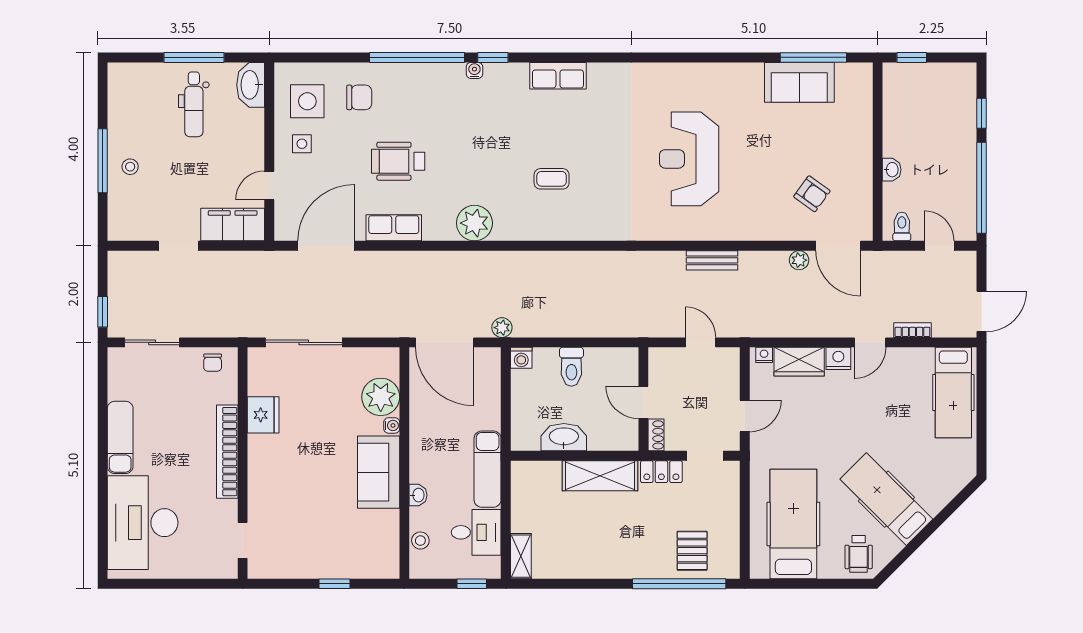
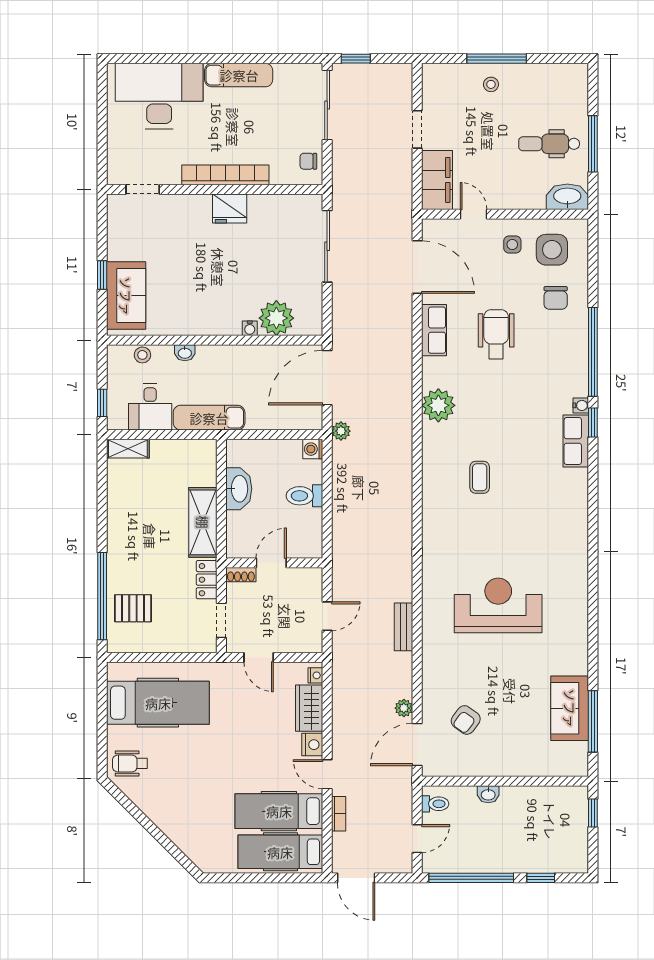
row of seats: (558, 76) -> (576, 441), moved
sliding door: (152, 342) -> (327, 105), width x1.37
fridge: (263, 415) -> (230, 208), moved
sofa: (379, 472) -> (126, 296), moved, turned 90
hospital bed: (886, 499) -> (279, 811), moved, turned -135

